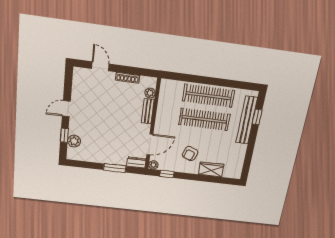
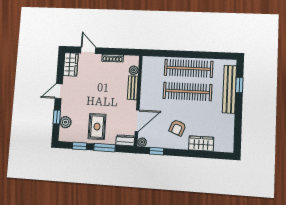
wardrobe: (80, 81) -> (71, 64), added
rug: (108, 148) -> (97, 127), added
window: (89, 165) -> (79, 146), added

